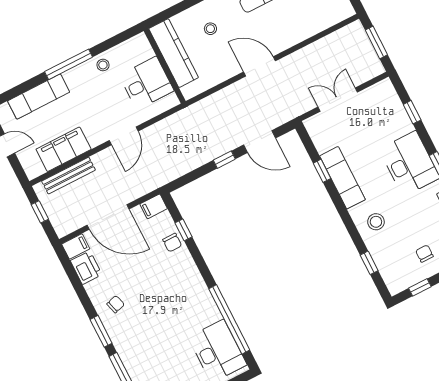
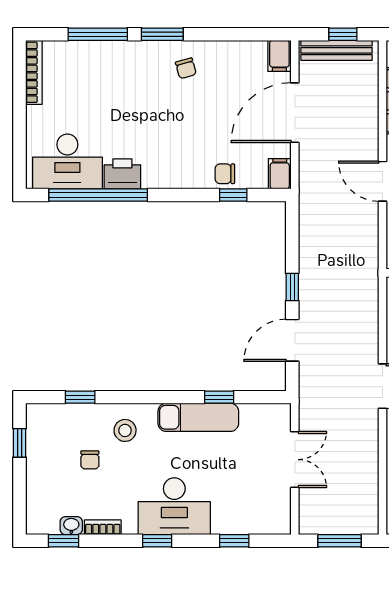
bench: (68, 176) -> (336, 50), moved, turned 90
chair: (424, 254) -> (90, 460), moved, turned 90
printer: (86, 268) -> (122, 174), moved, turned 180

